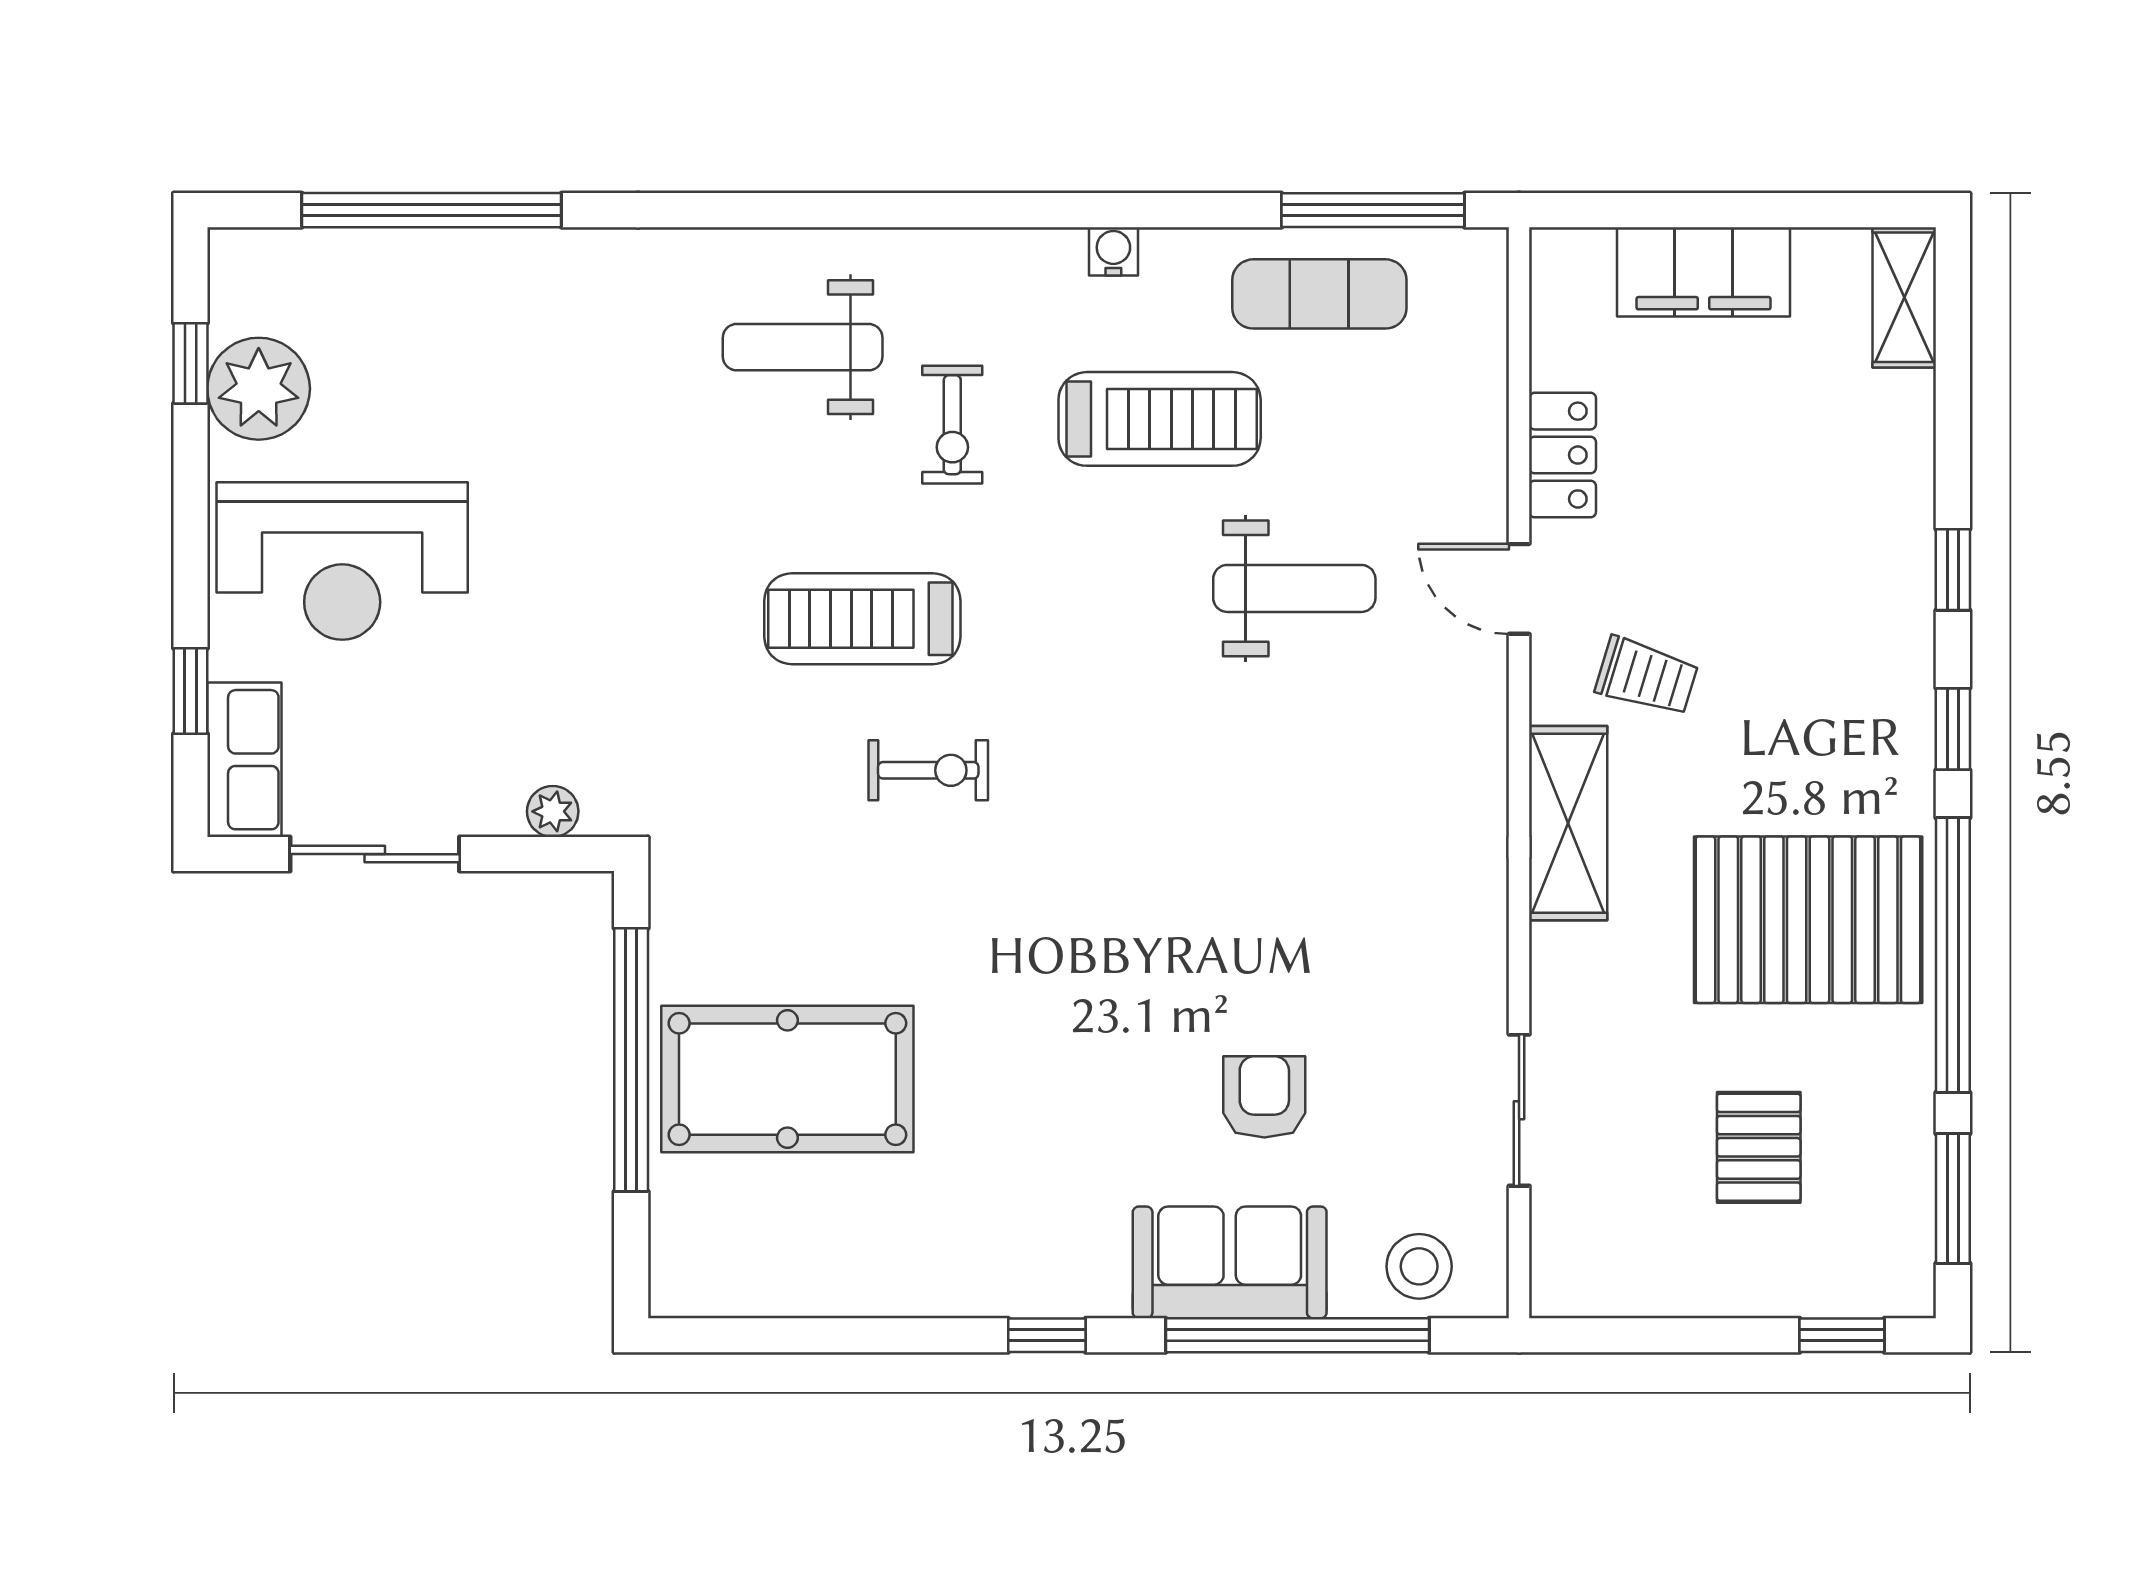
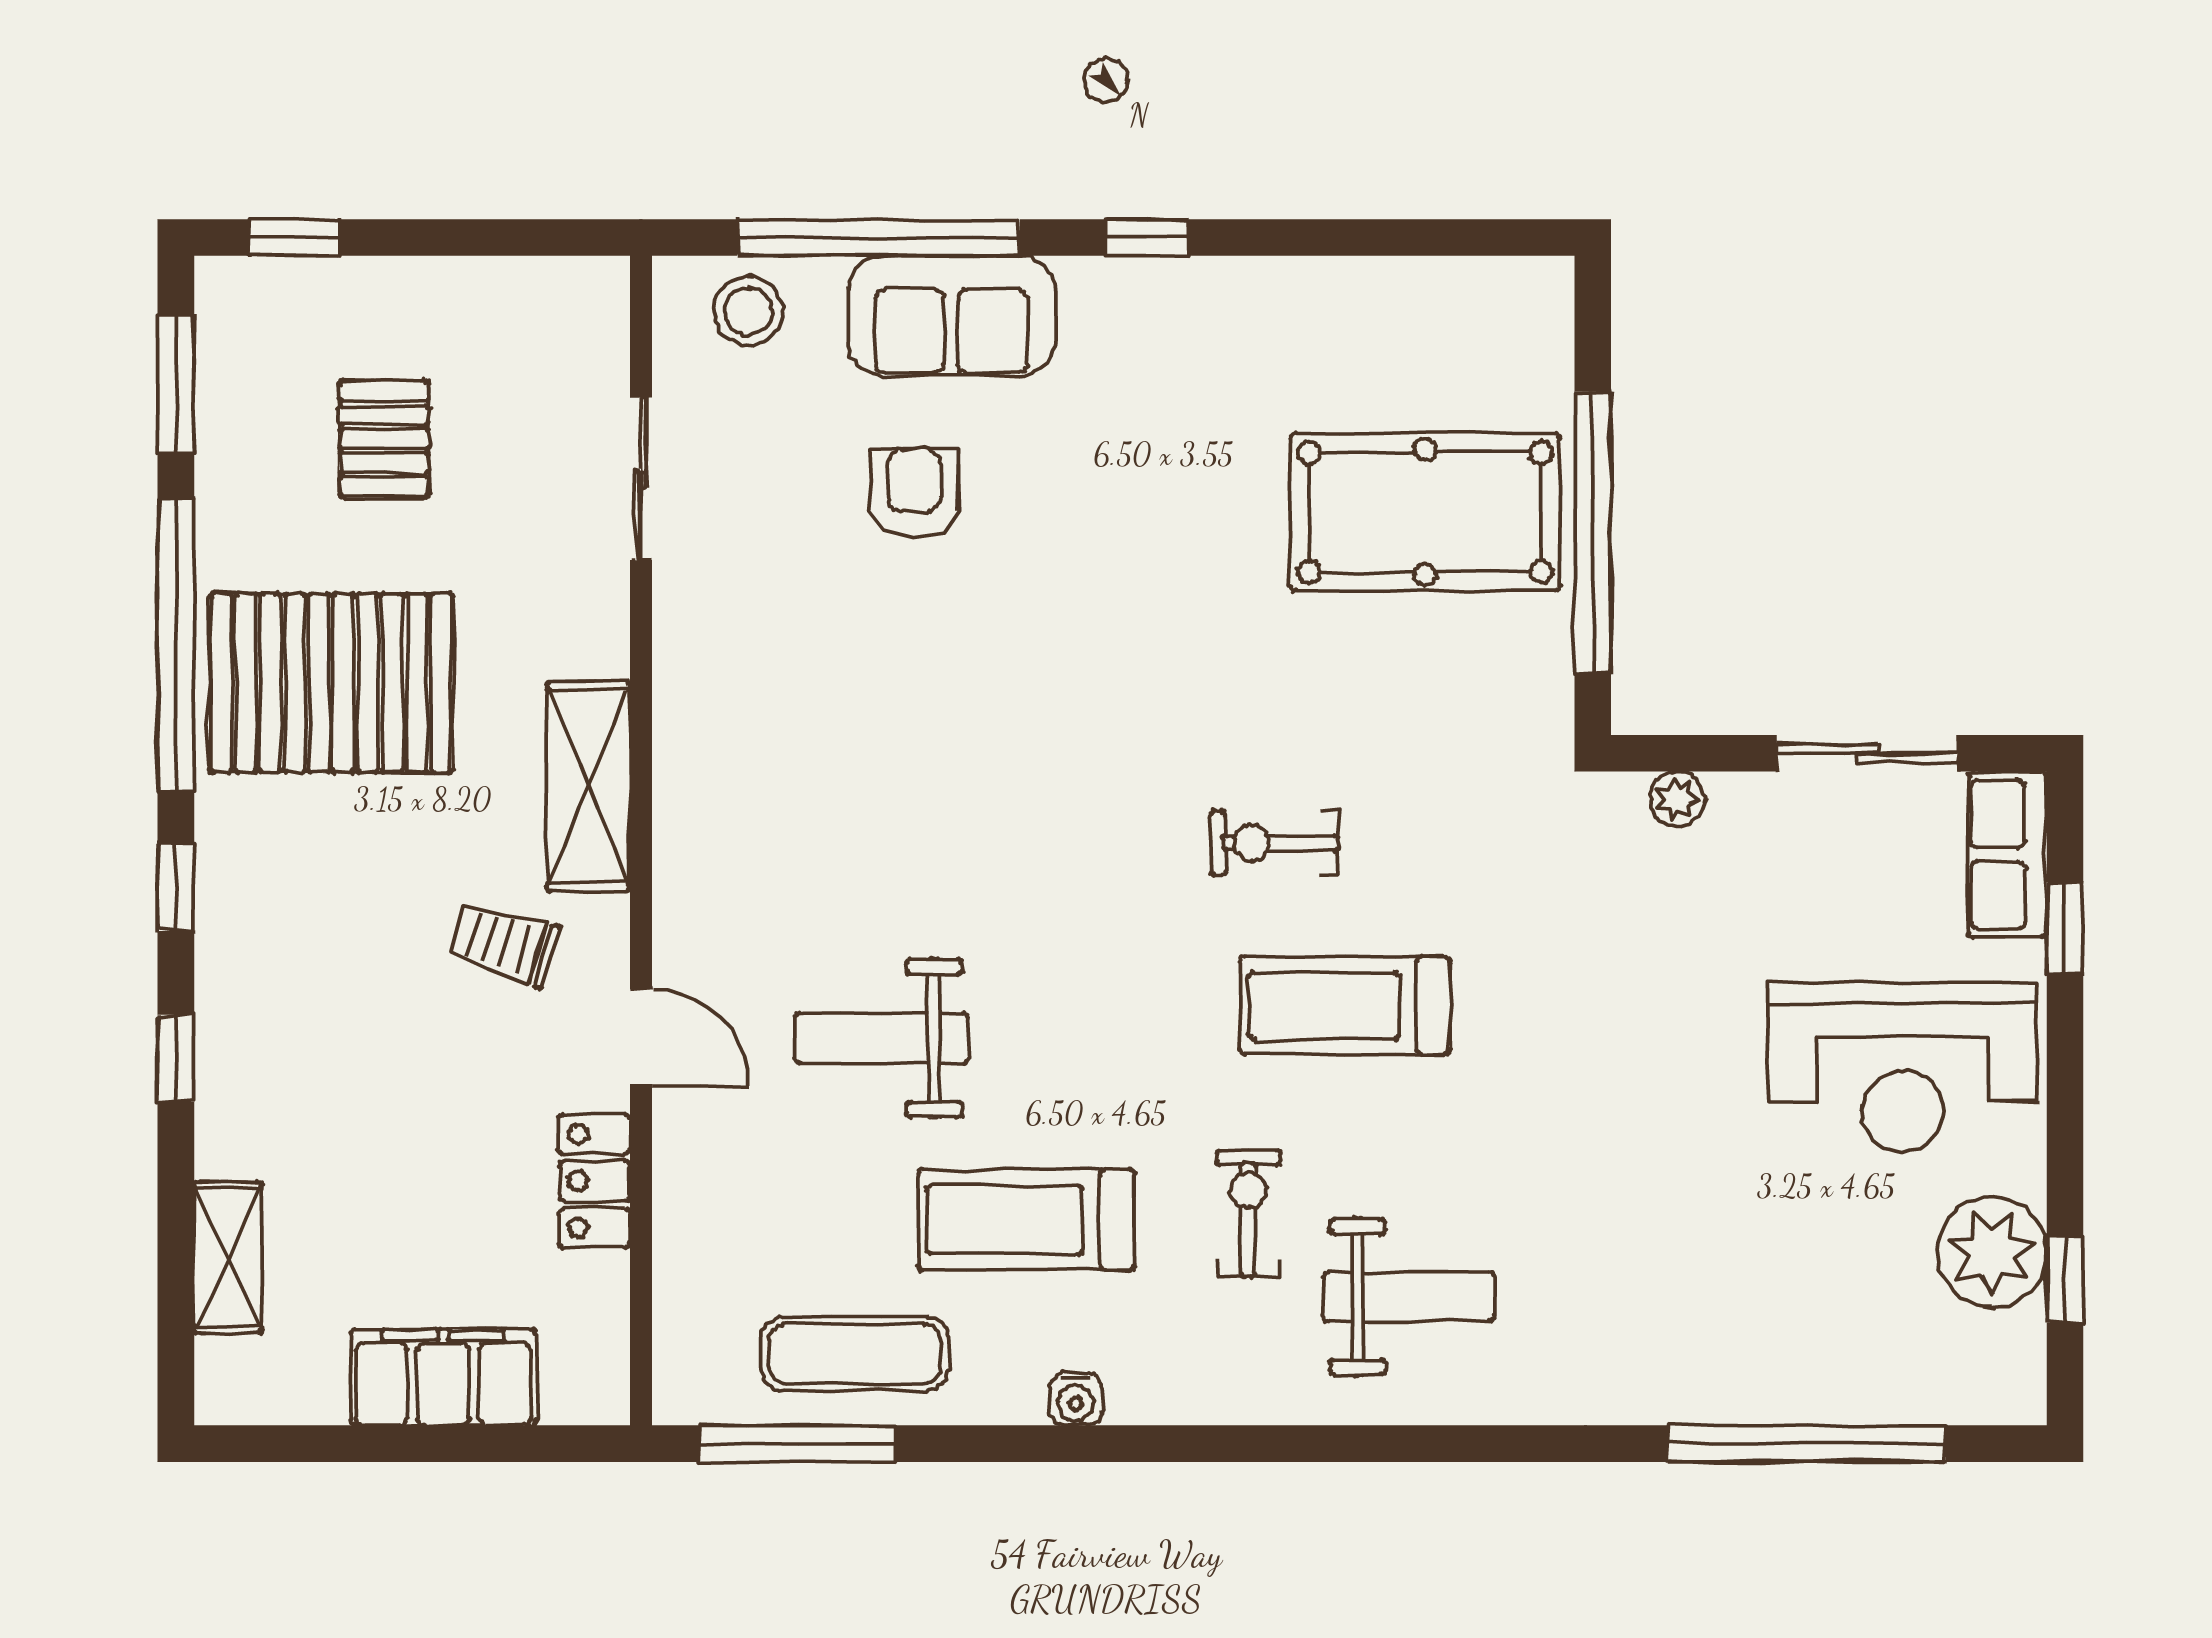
shelving: (1904, 297) -> (228, 1258), moved
reception desk: (342, 561) -> (1903, 1067), turned 180
treadmill: (862, 619) -> (1345, 1006), turned 180
armchair: (1264, 1097) -> (914, 493), turned 180

